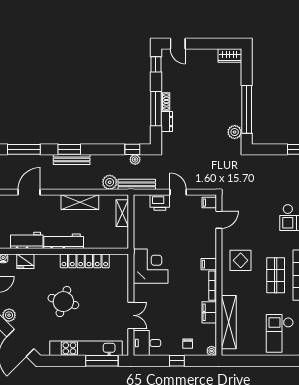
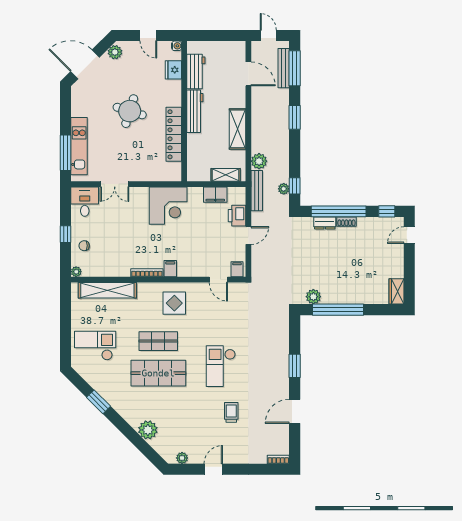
window: (156, 109) -> (339, 211), width x1.46
bench: (72, 159) -> (284, 68), moved
filing cabinet: (209, 312) -> (215, 195), moved, turned 180
kitchen unit: (86, 348) -> (79, 146), width x0.73

